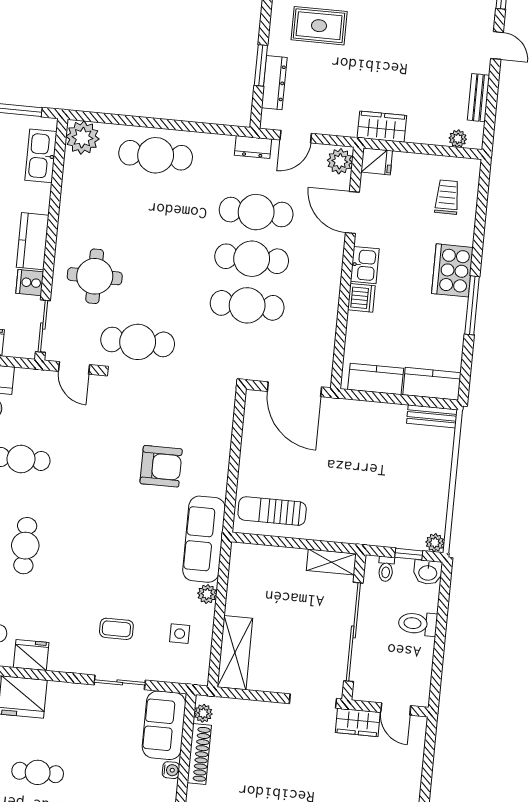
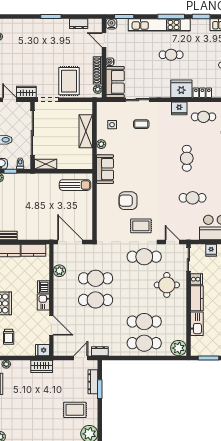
kitchen sink: (41, 156) -> (197, 324), moved
plant: (340, 161) -> (59, 271), moved
cafe table: (256, 212) -> (144, 322), moved
rug: (138, 409) -> (141, 226), added
sofa: (204, 539) -> (105, 169), width x0.73
shelving: (235, 653) -> (86, 131), moved
rug: (263, 737) -> (69, 81), added

